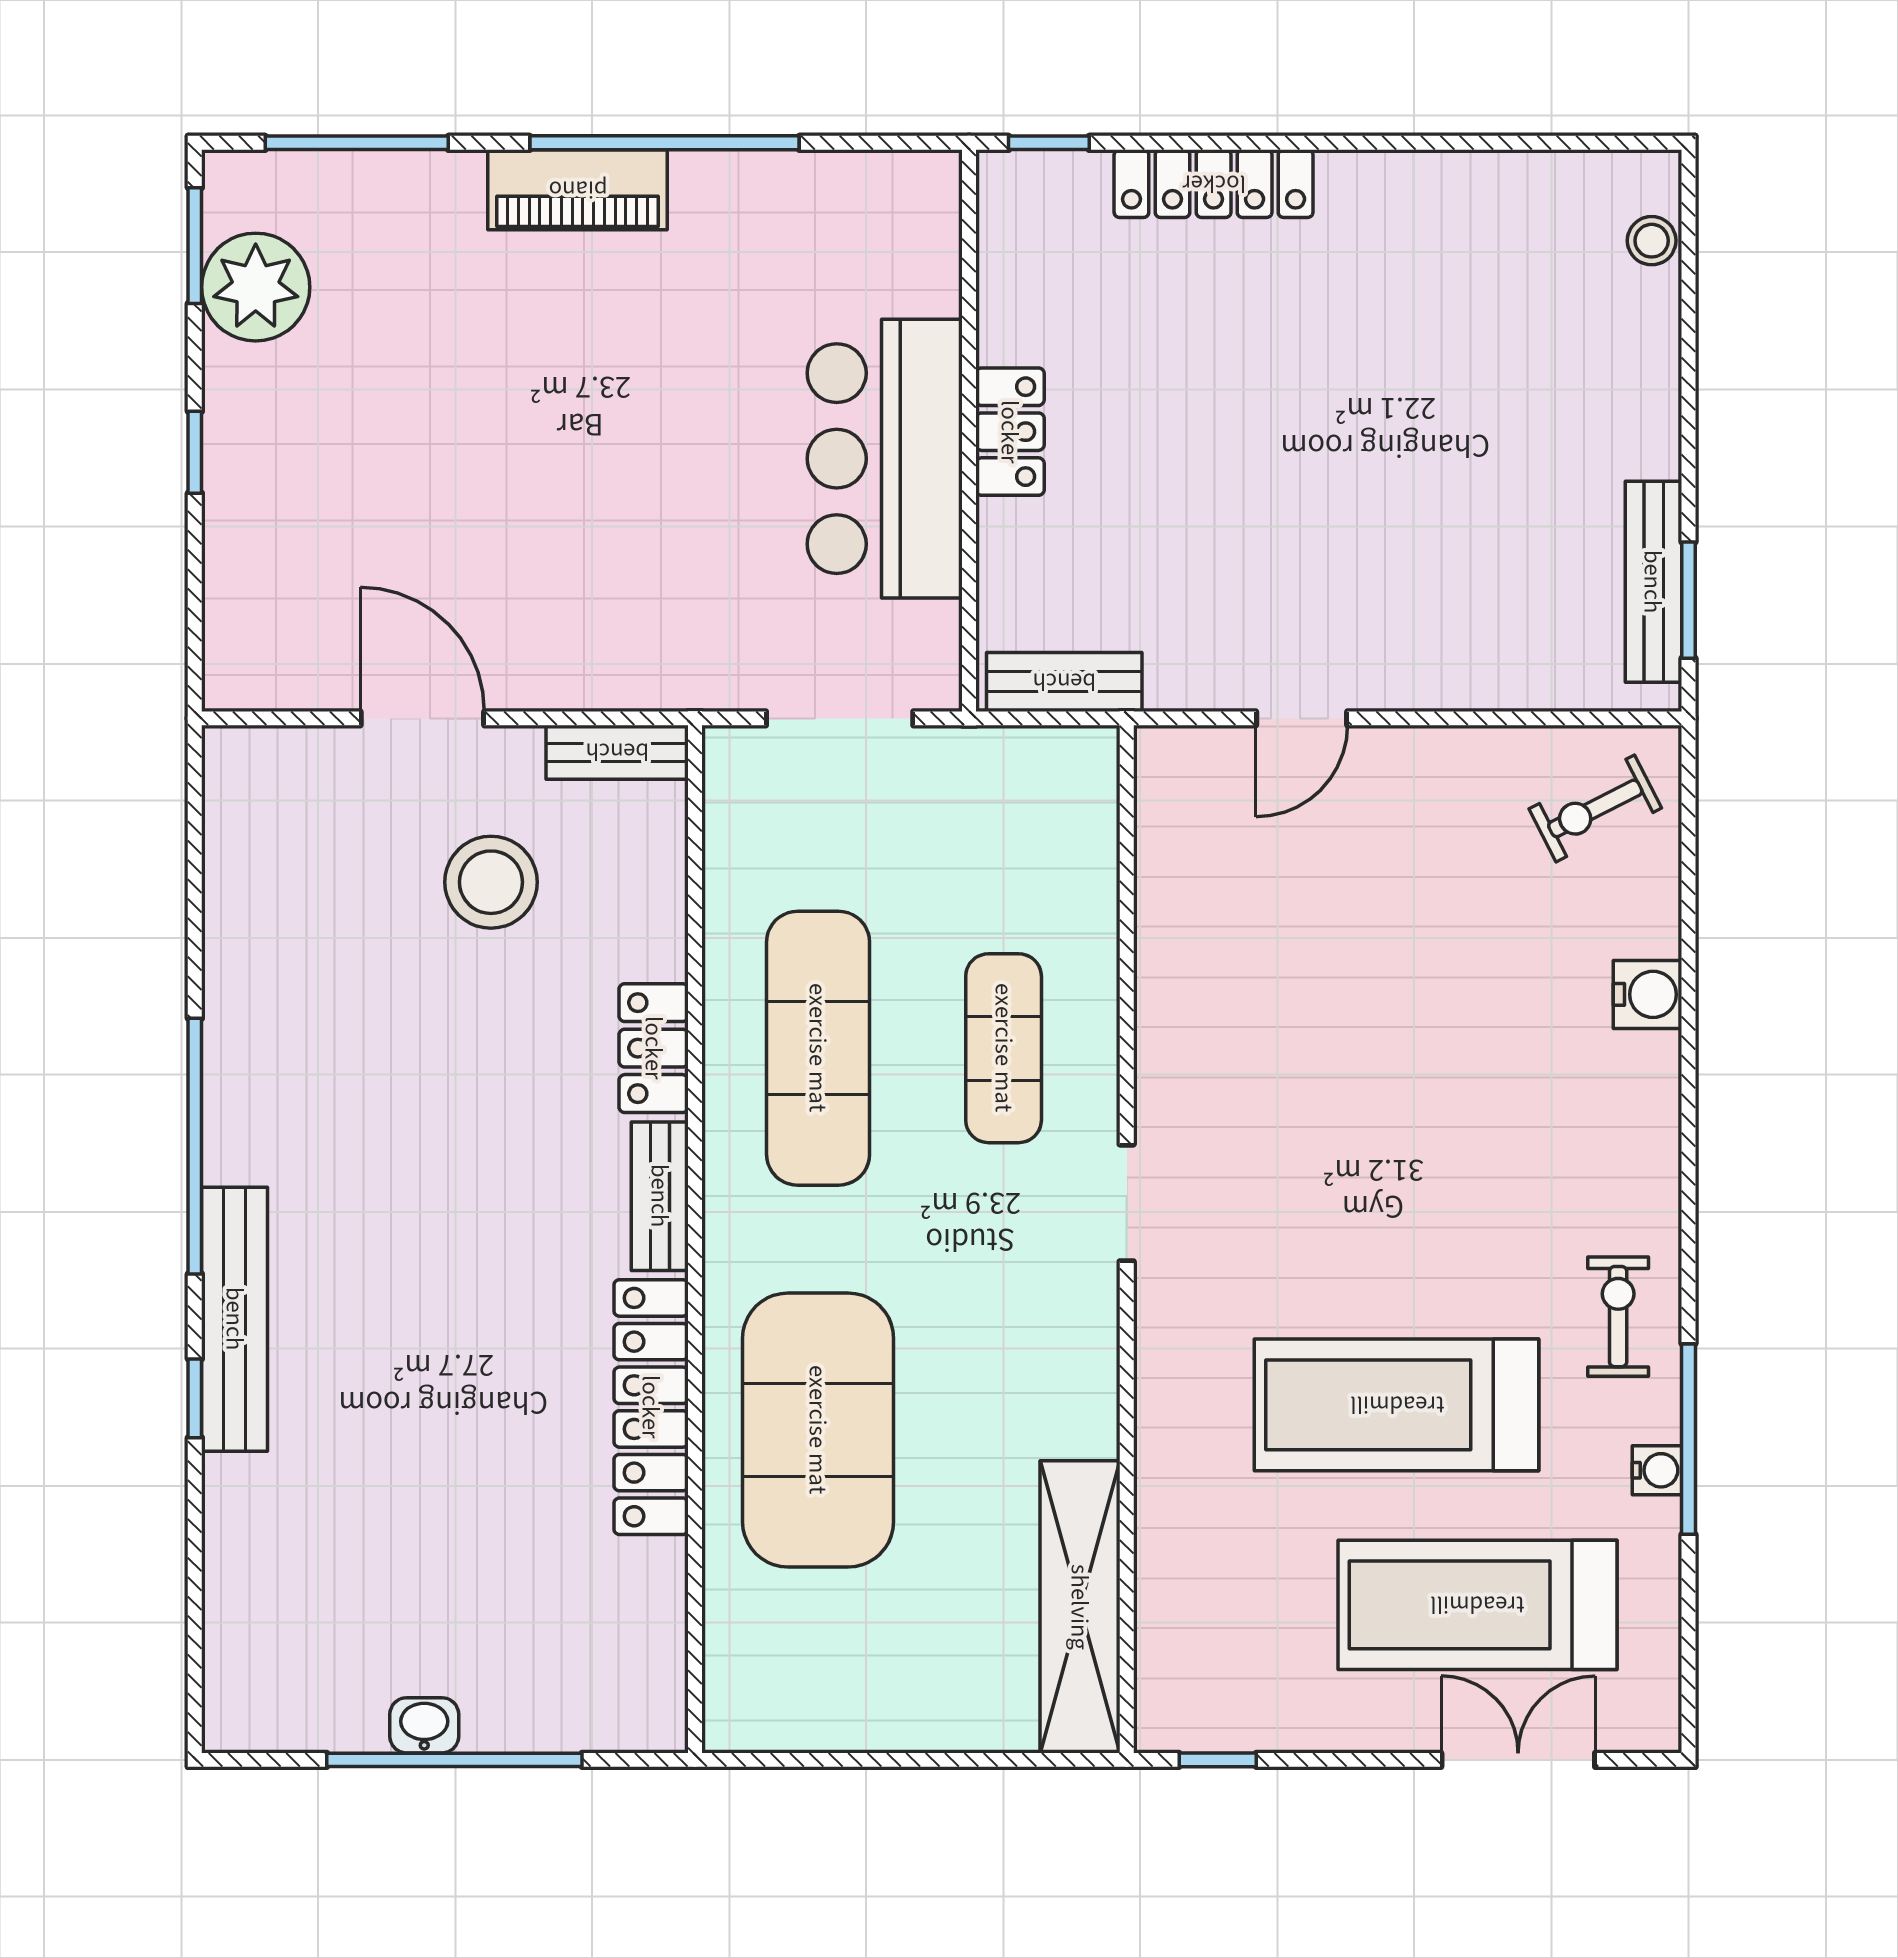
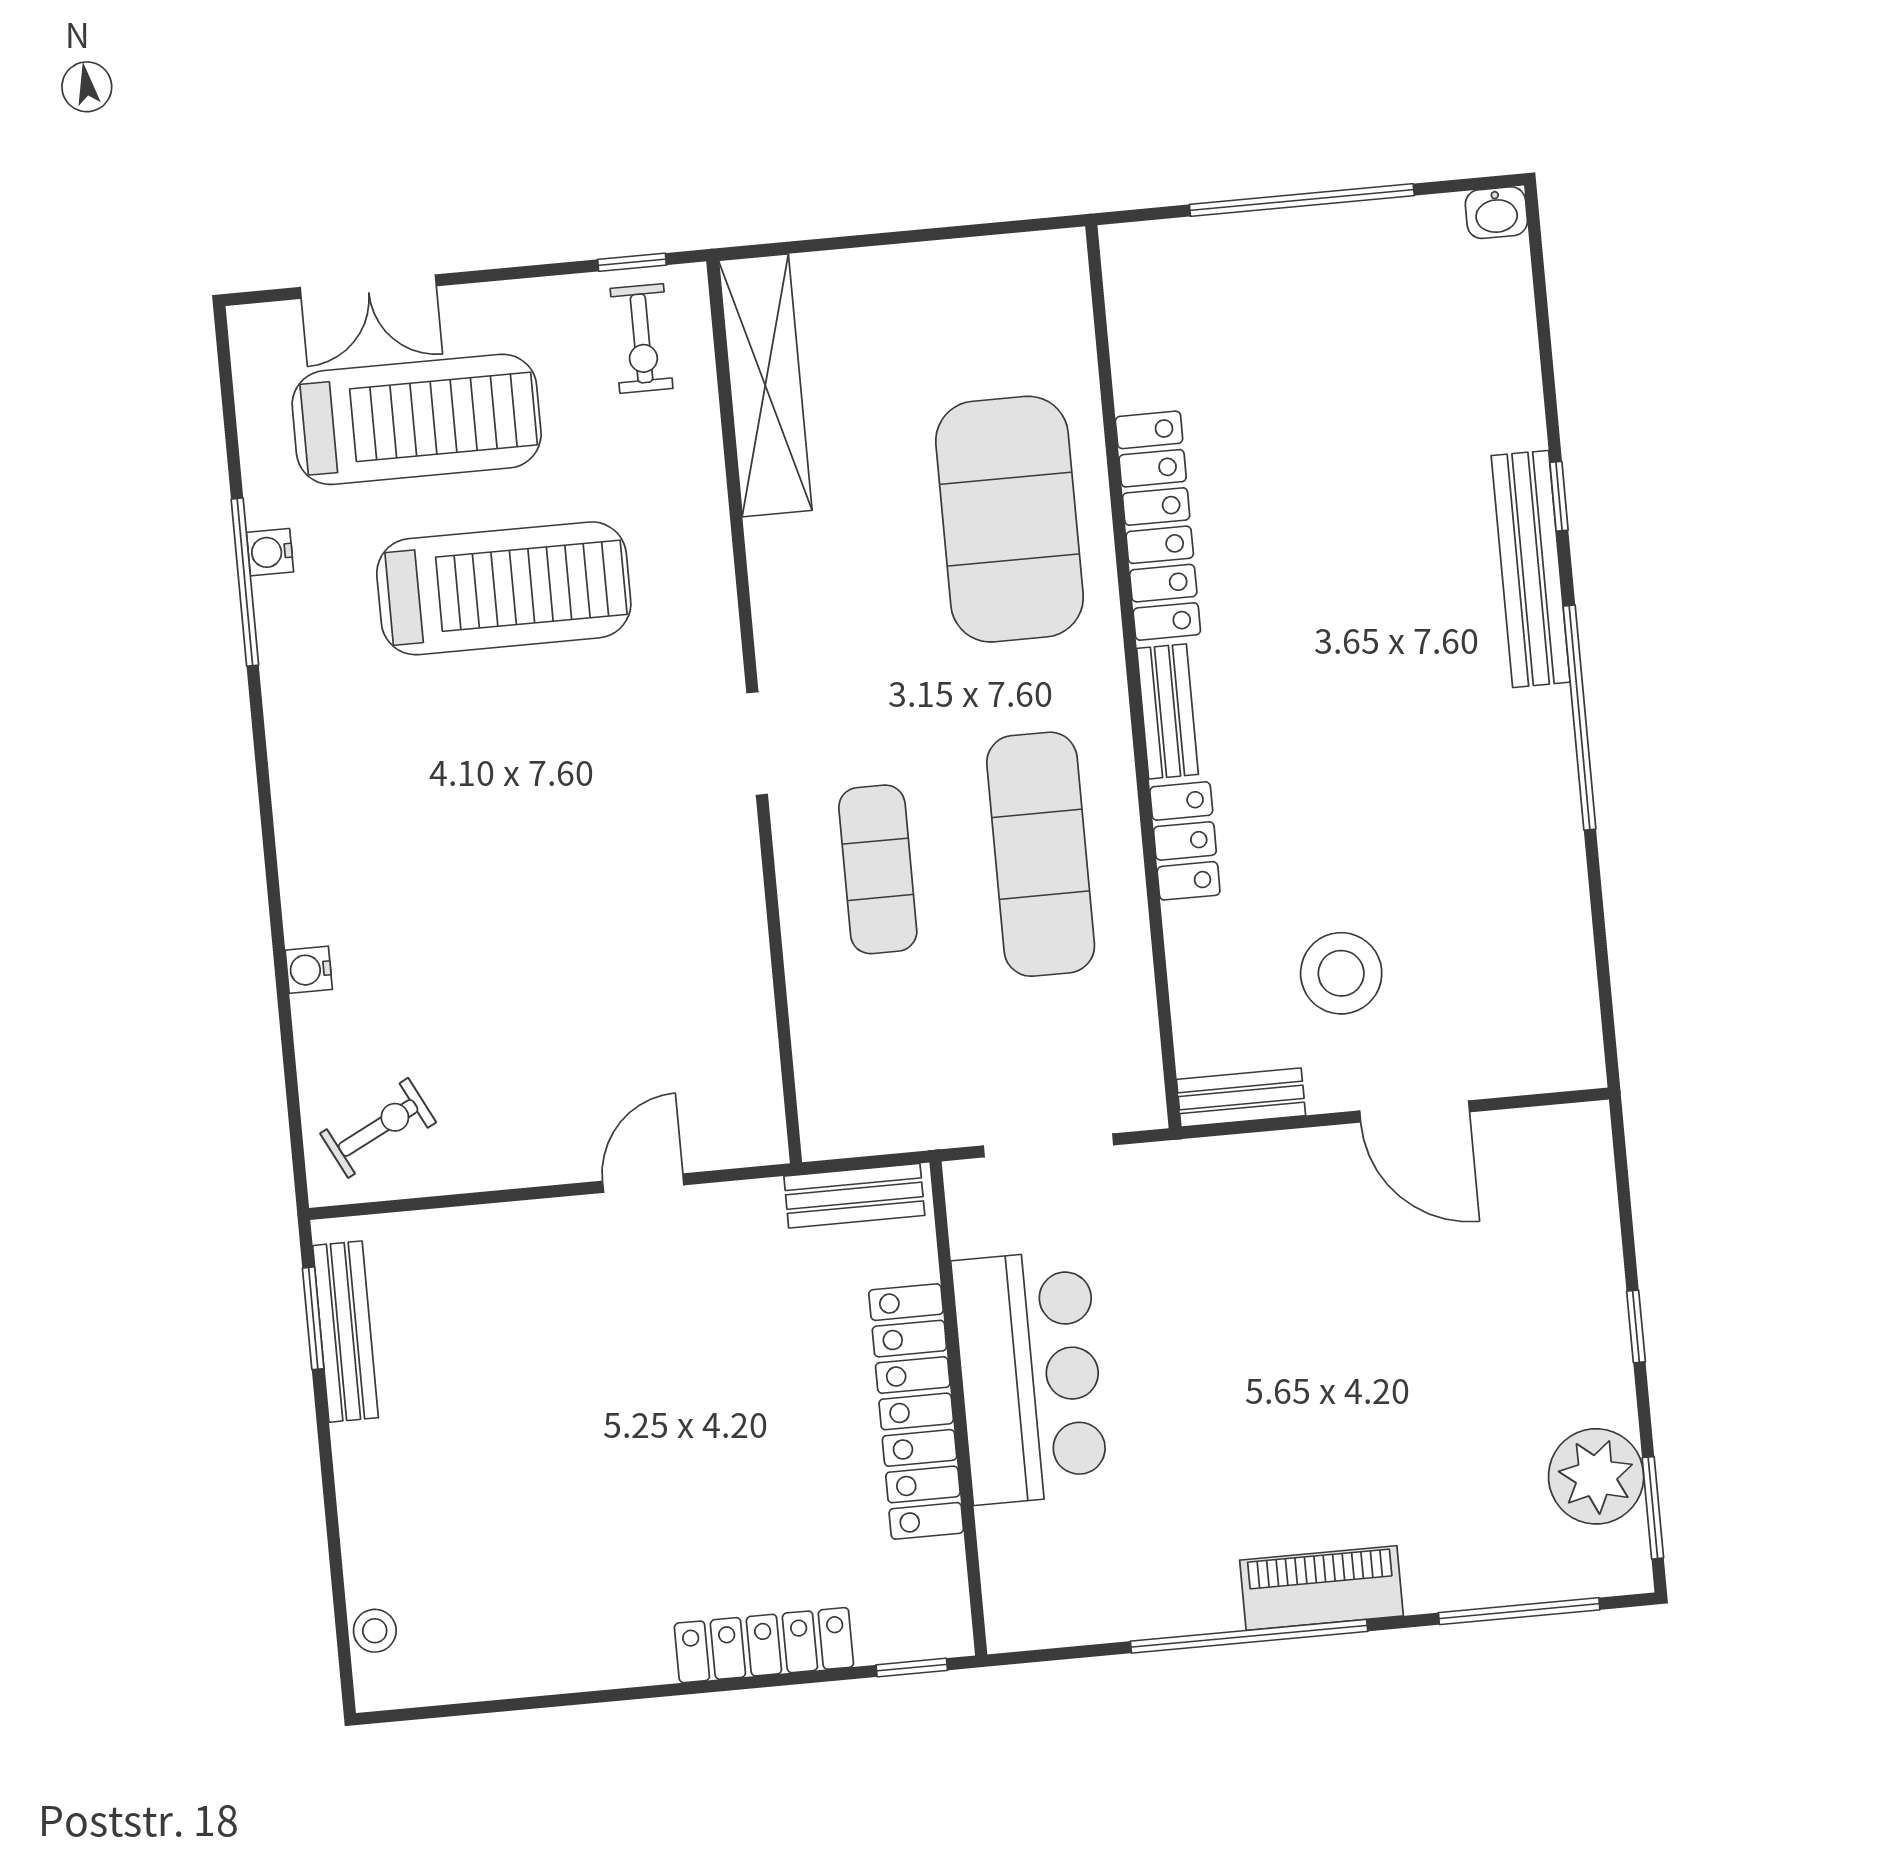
locker: (1010, 432) -> (916, 1411), width x2.16, depth x1.21
water cooler: (1648, 994) -> (309, 970), width x0.72, depth x0.72
exercise bike: (1618, 1317) -> (642, 338), moved
washbasin: (424, 1725) -> (1496, 213), moved

